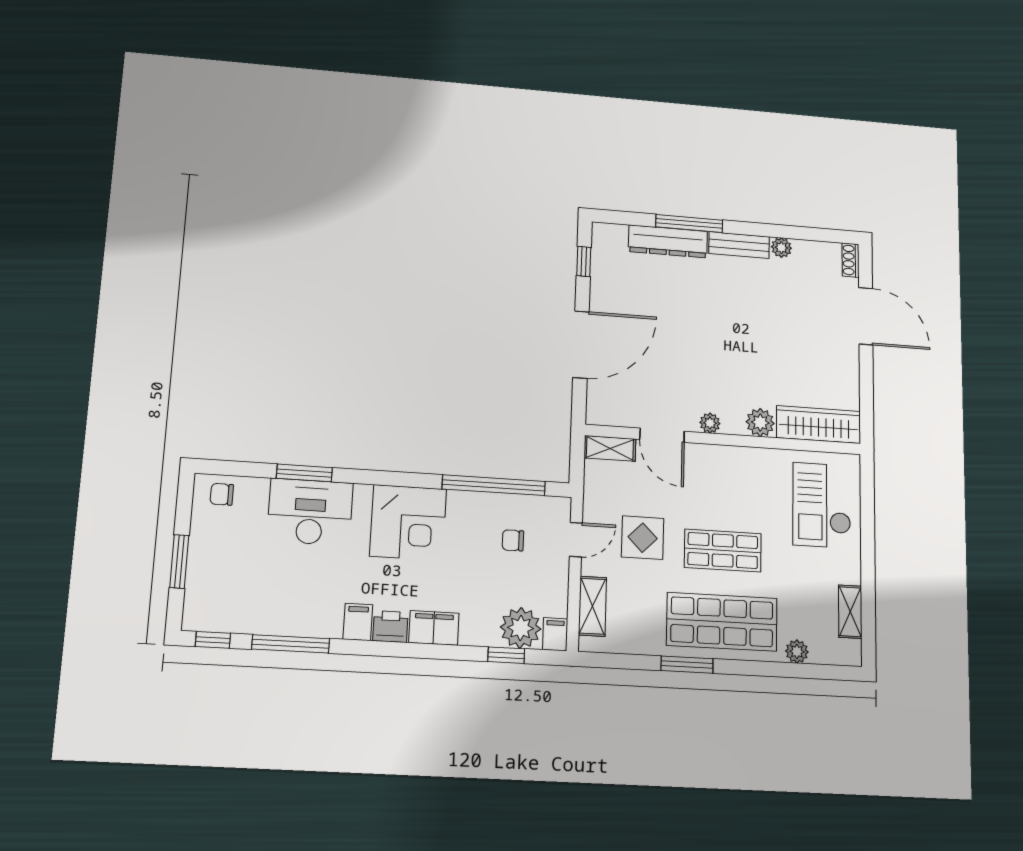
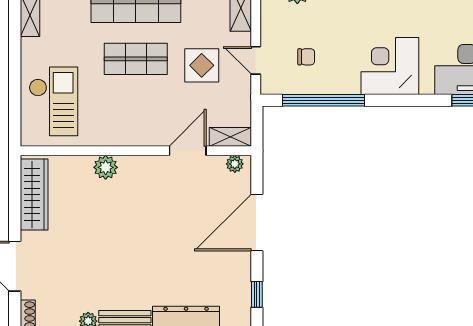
plant: (710, 423) -> (235, 164), moved
wardrobe: (819, 425) -> (34, 195), moved, turned -90
door: (662, 435) -> (188, 151), hinge flipped
door: (576, 540) -> (256, 60), hinge flipped

